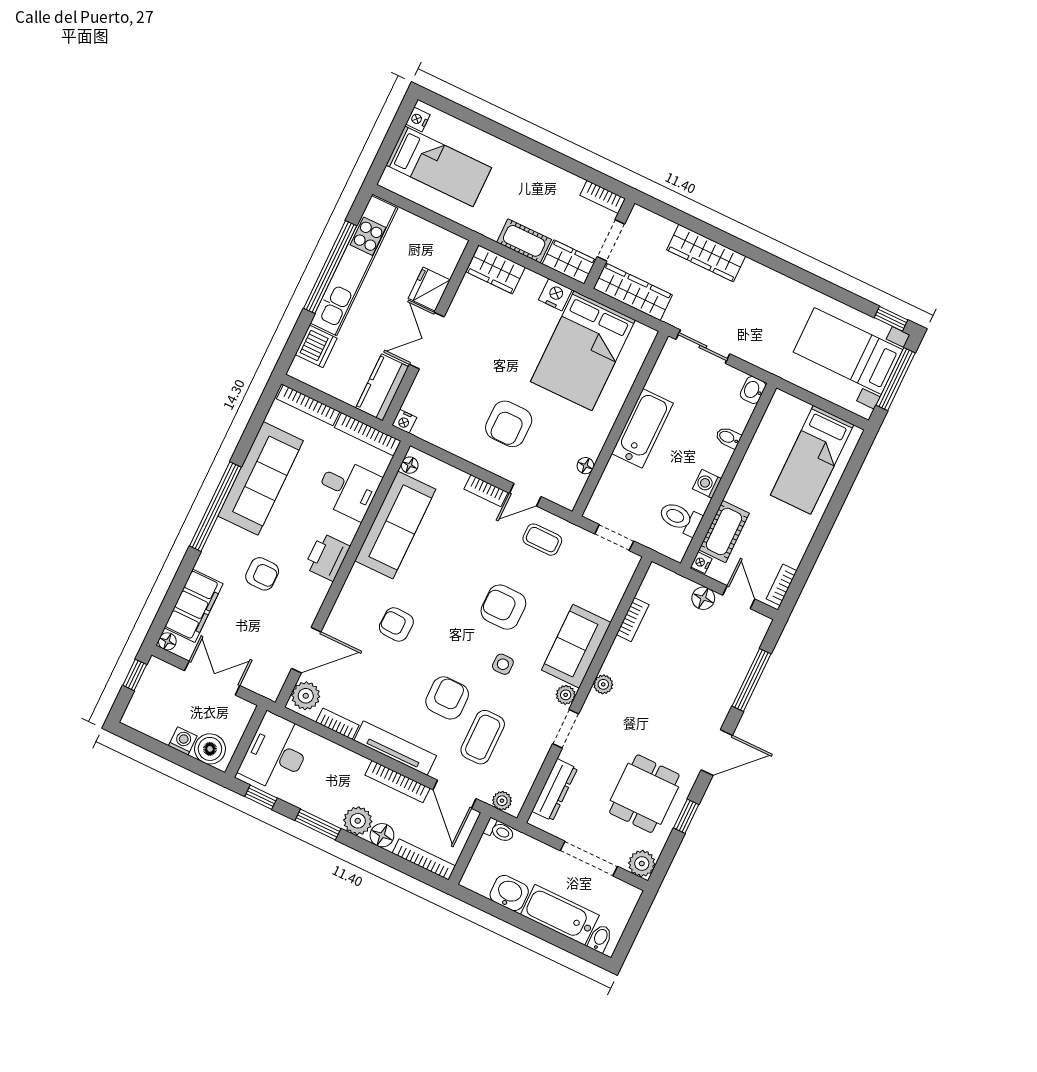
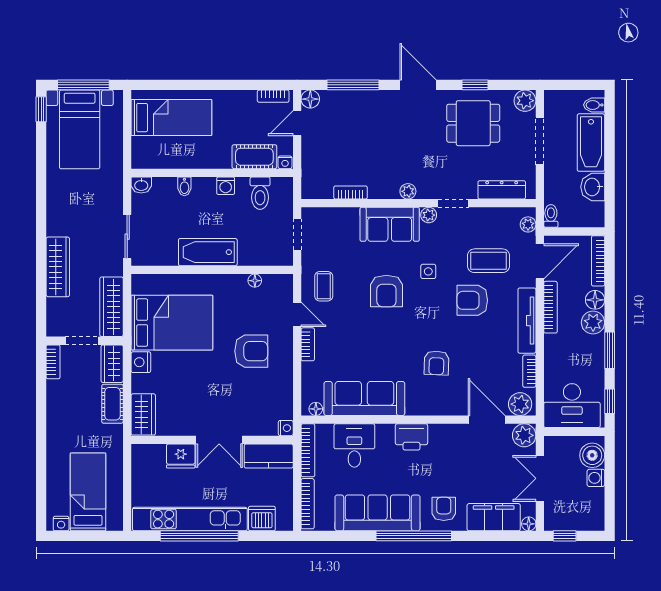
armchair: (262, 574) -> (444, 509), moved
floor lamp: (703, 598) -> (310, 99), moved
plant: (269, 684) -> (524, 435), added

